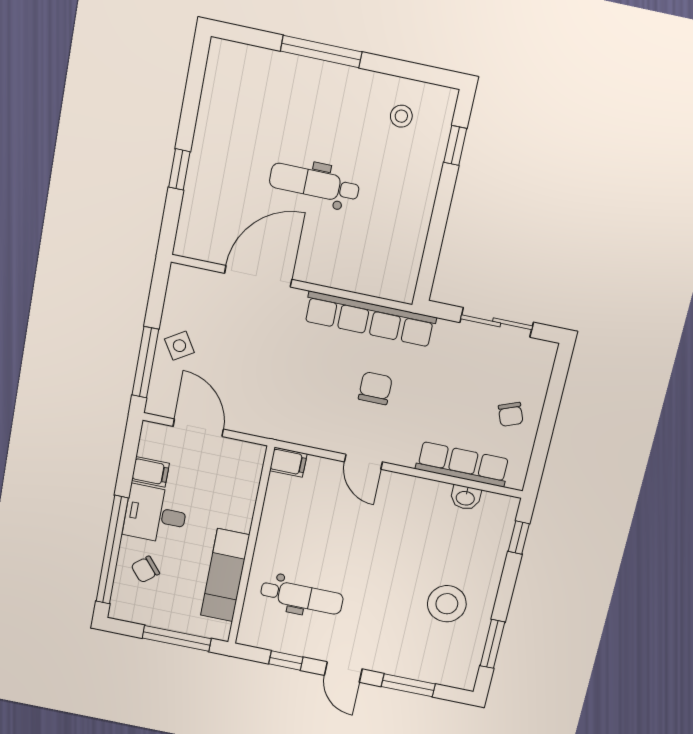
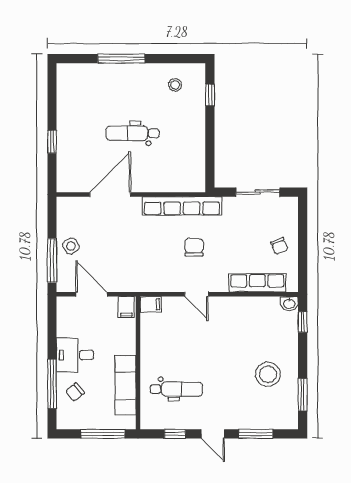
filing cabinet: (150, 472) -> (126, 307), moved, turned 90
washbasin: (465, 498) -> (289, 304), moved
window: (112, 550) -> (52, 384), width x0.68

